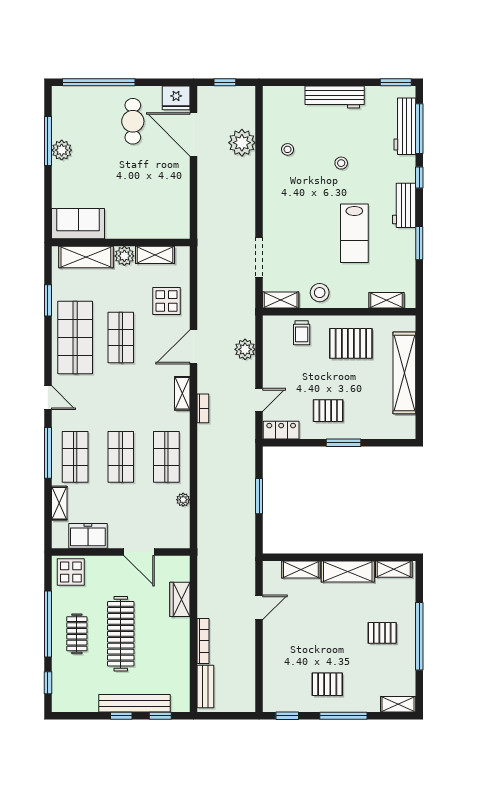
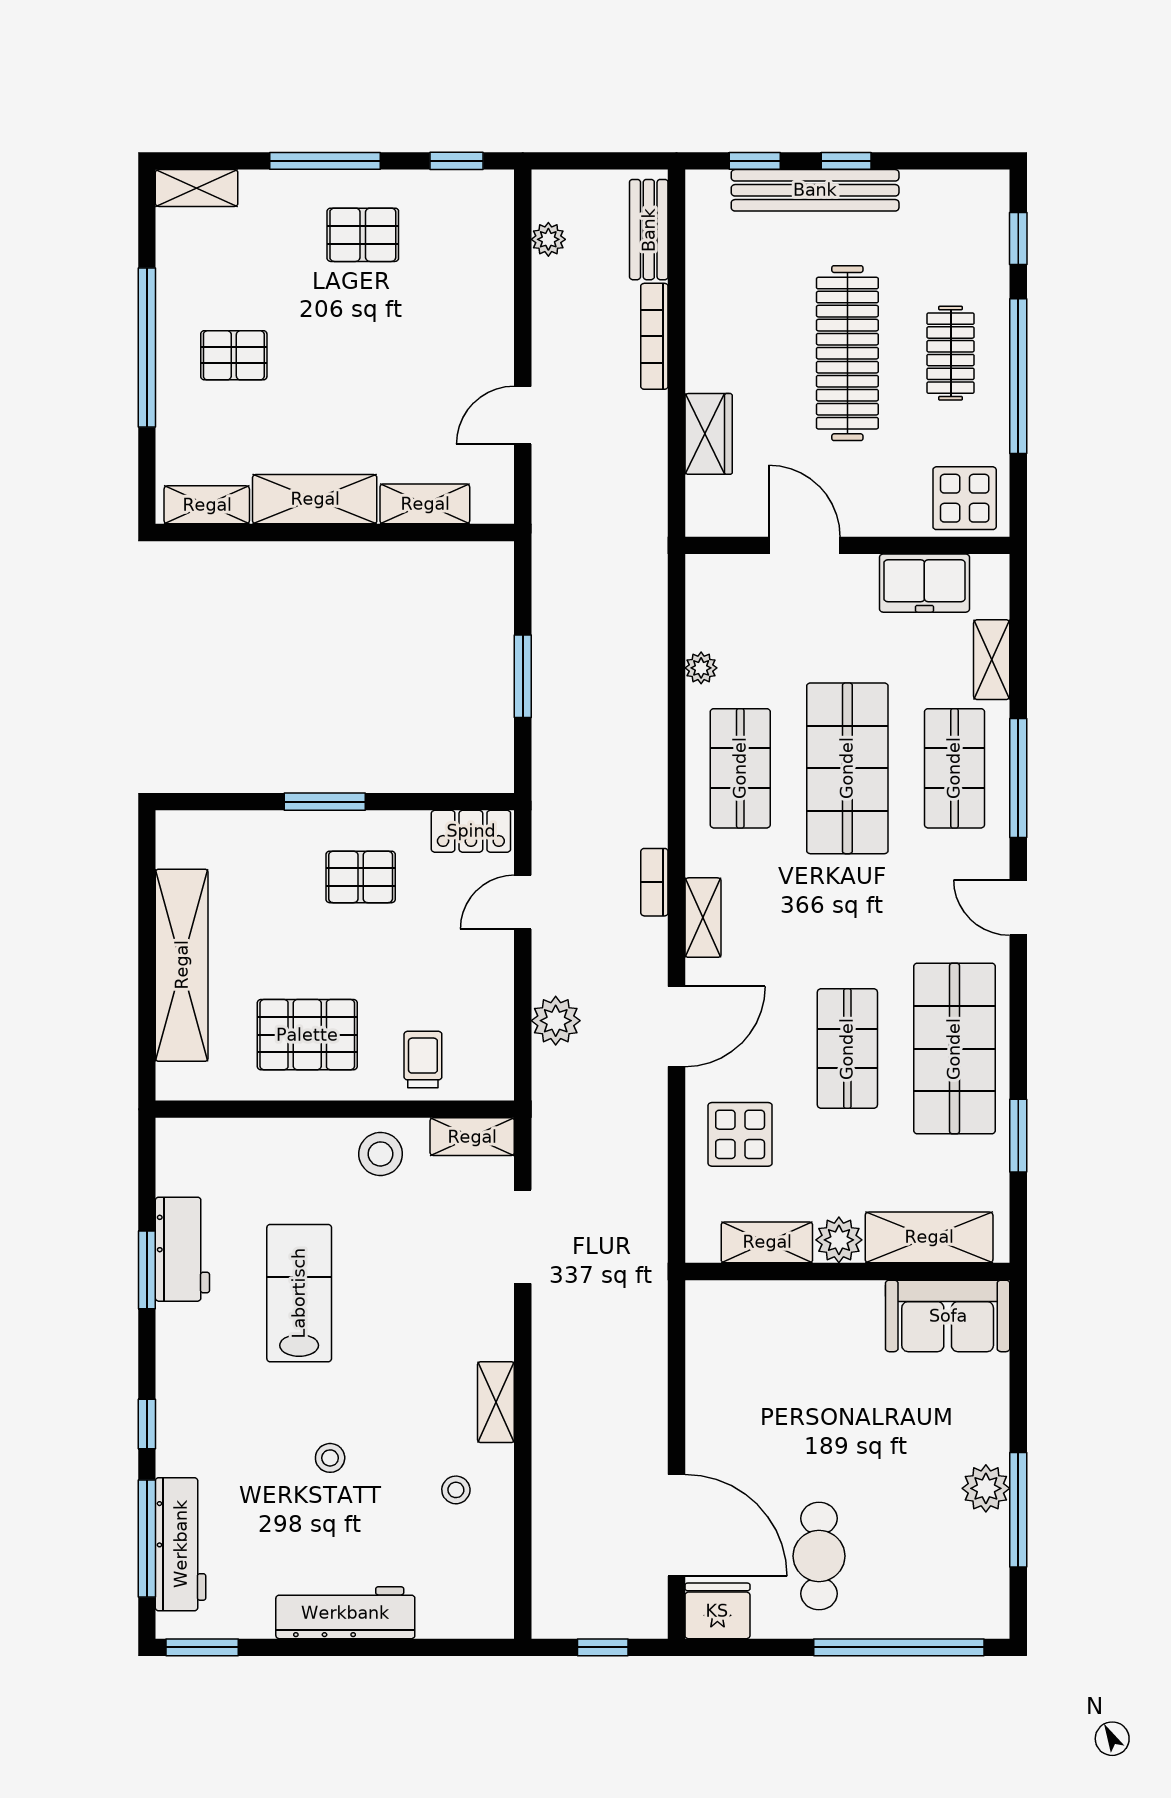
plant: (242, 143) -> (548, 239), moved, width x0.53, depth x0.53
workbench: (404, 205) -> (182, 1249), moved
shelving: (386, 300) -> (496, 1402), moved, turned 90
shop shelf: (121, 457) -> (847, 768), width x1.43, depth x1.36

